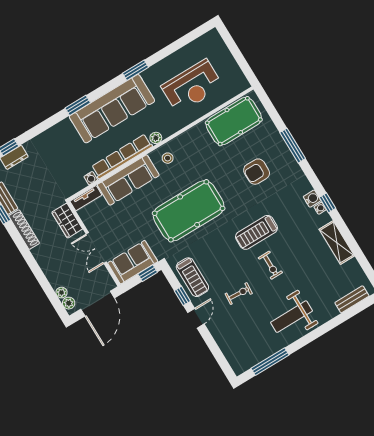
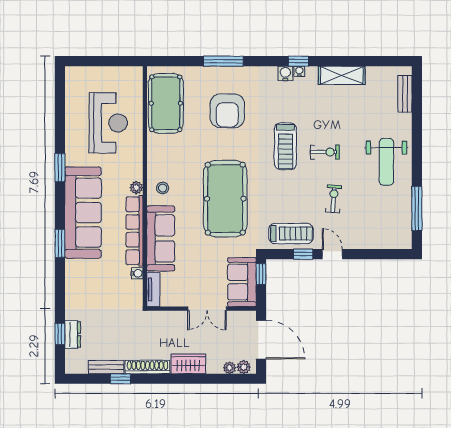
armchair: (257, 172) -> (227, 111), width x1.36, depth x1.36
wardrobe: (67, 221) -> (188, 364), moved, turned 180

